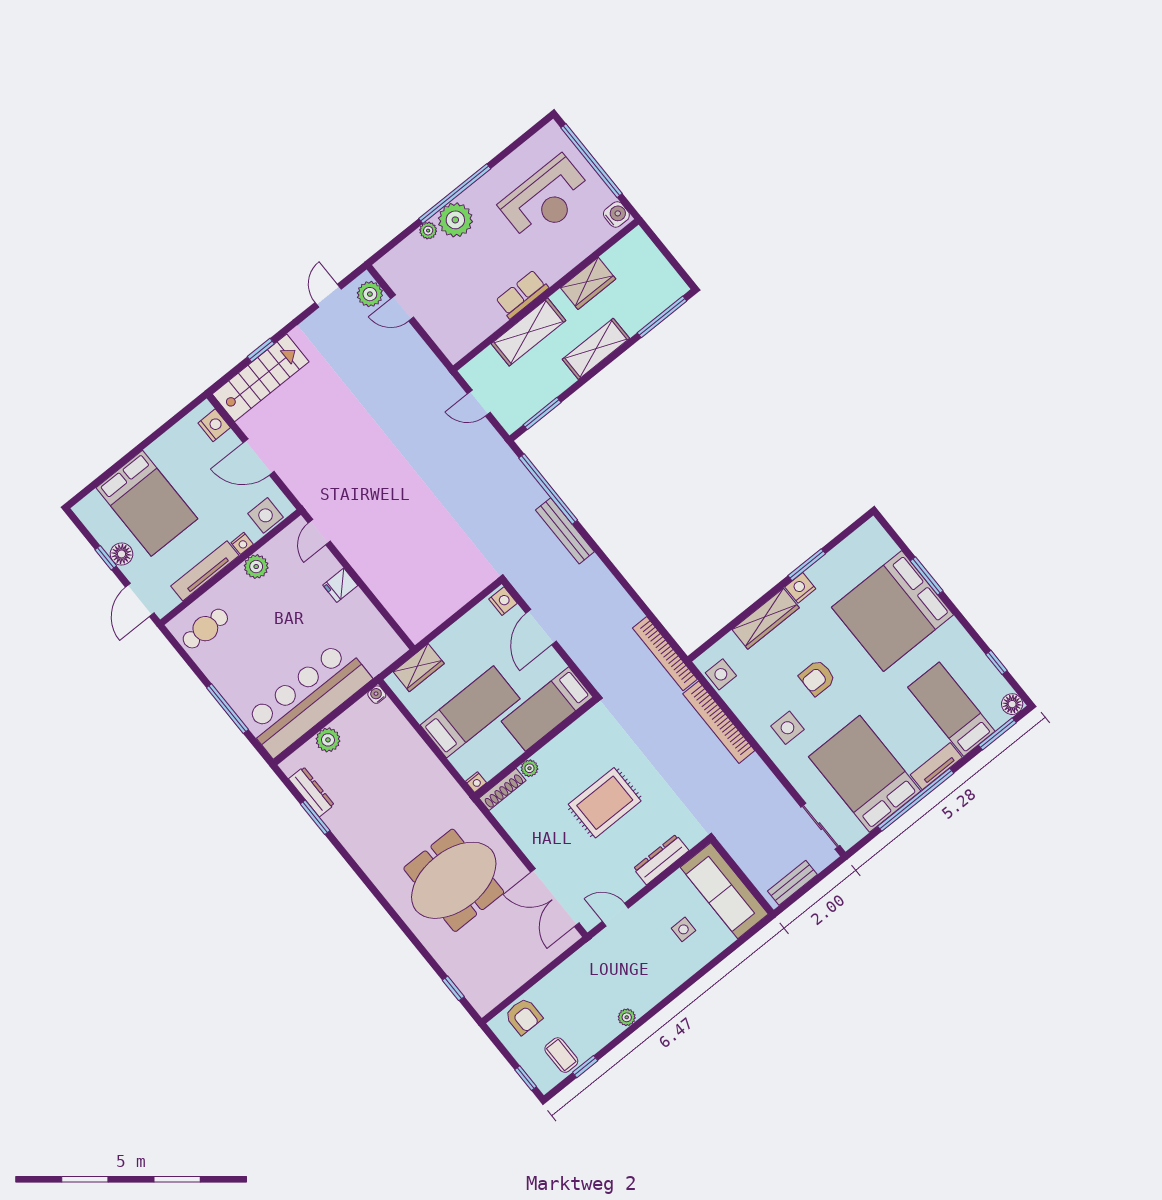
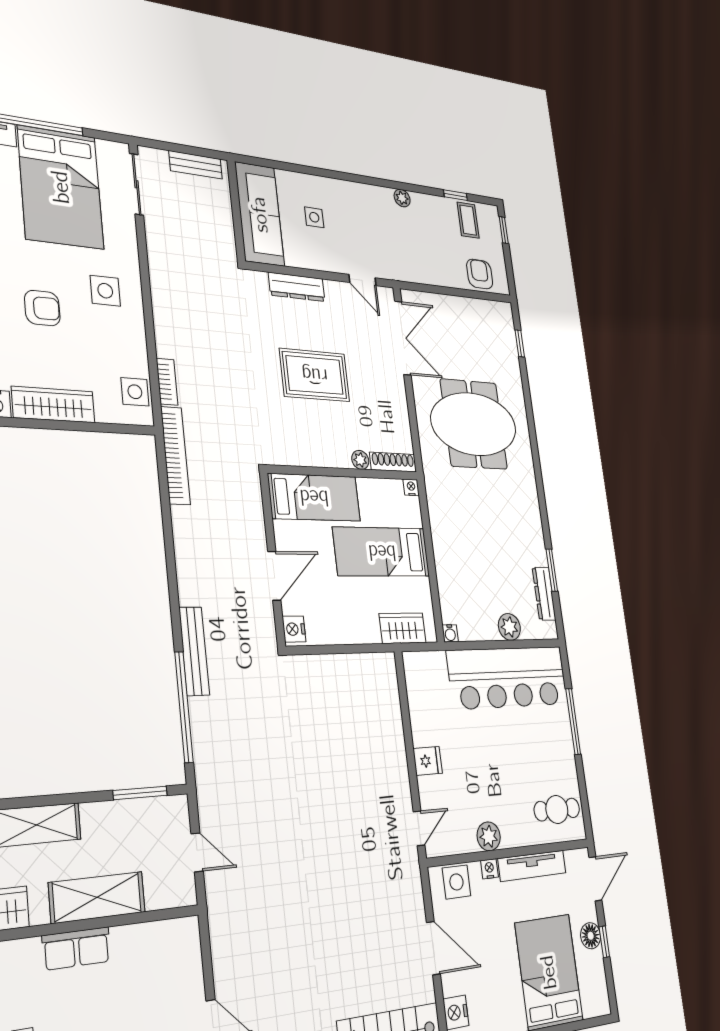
bookcase: (719, 722) -> (167, 382), width x0.43, depth x0.76

